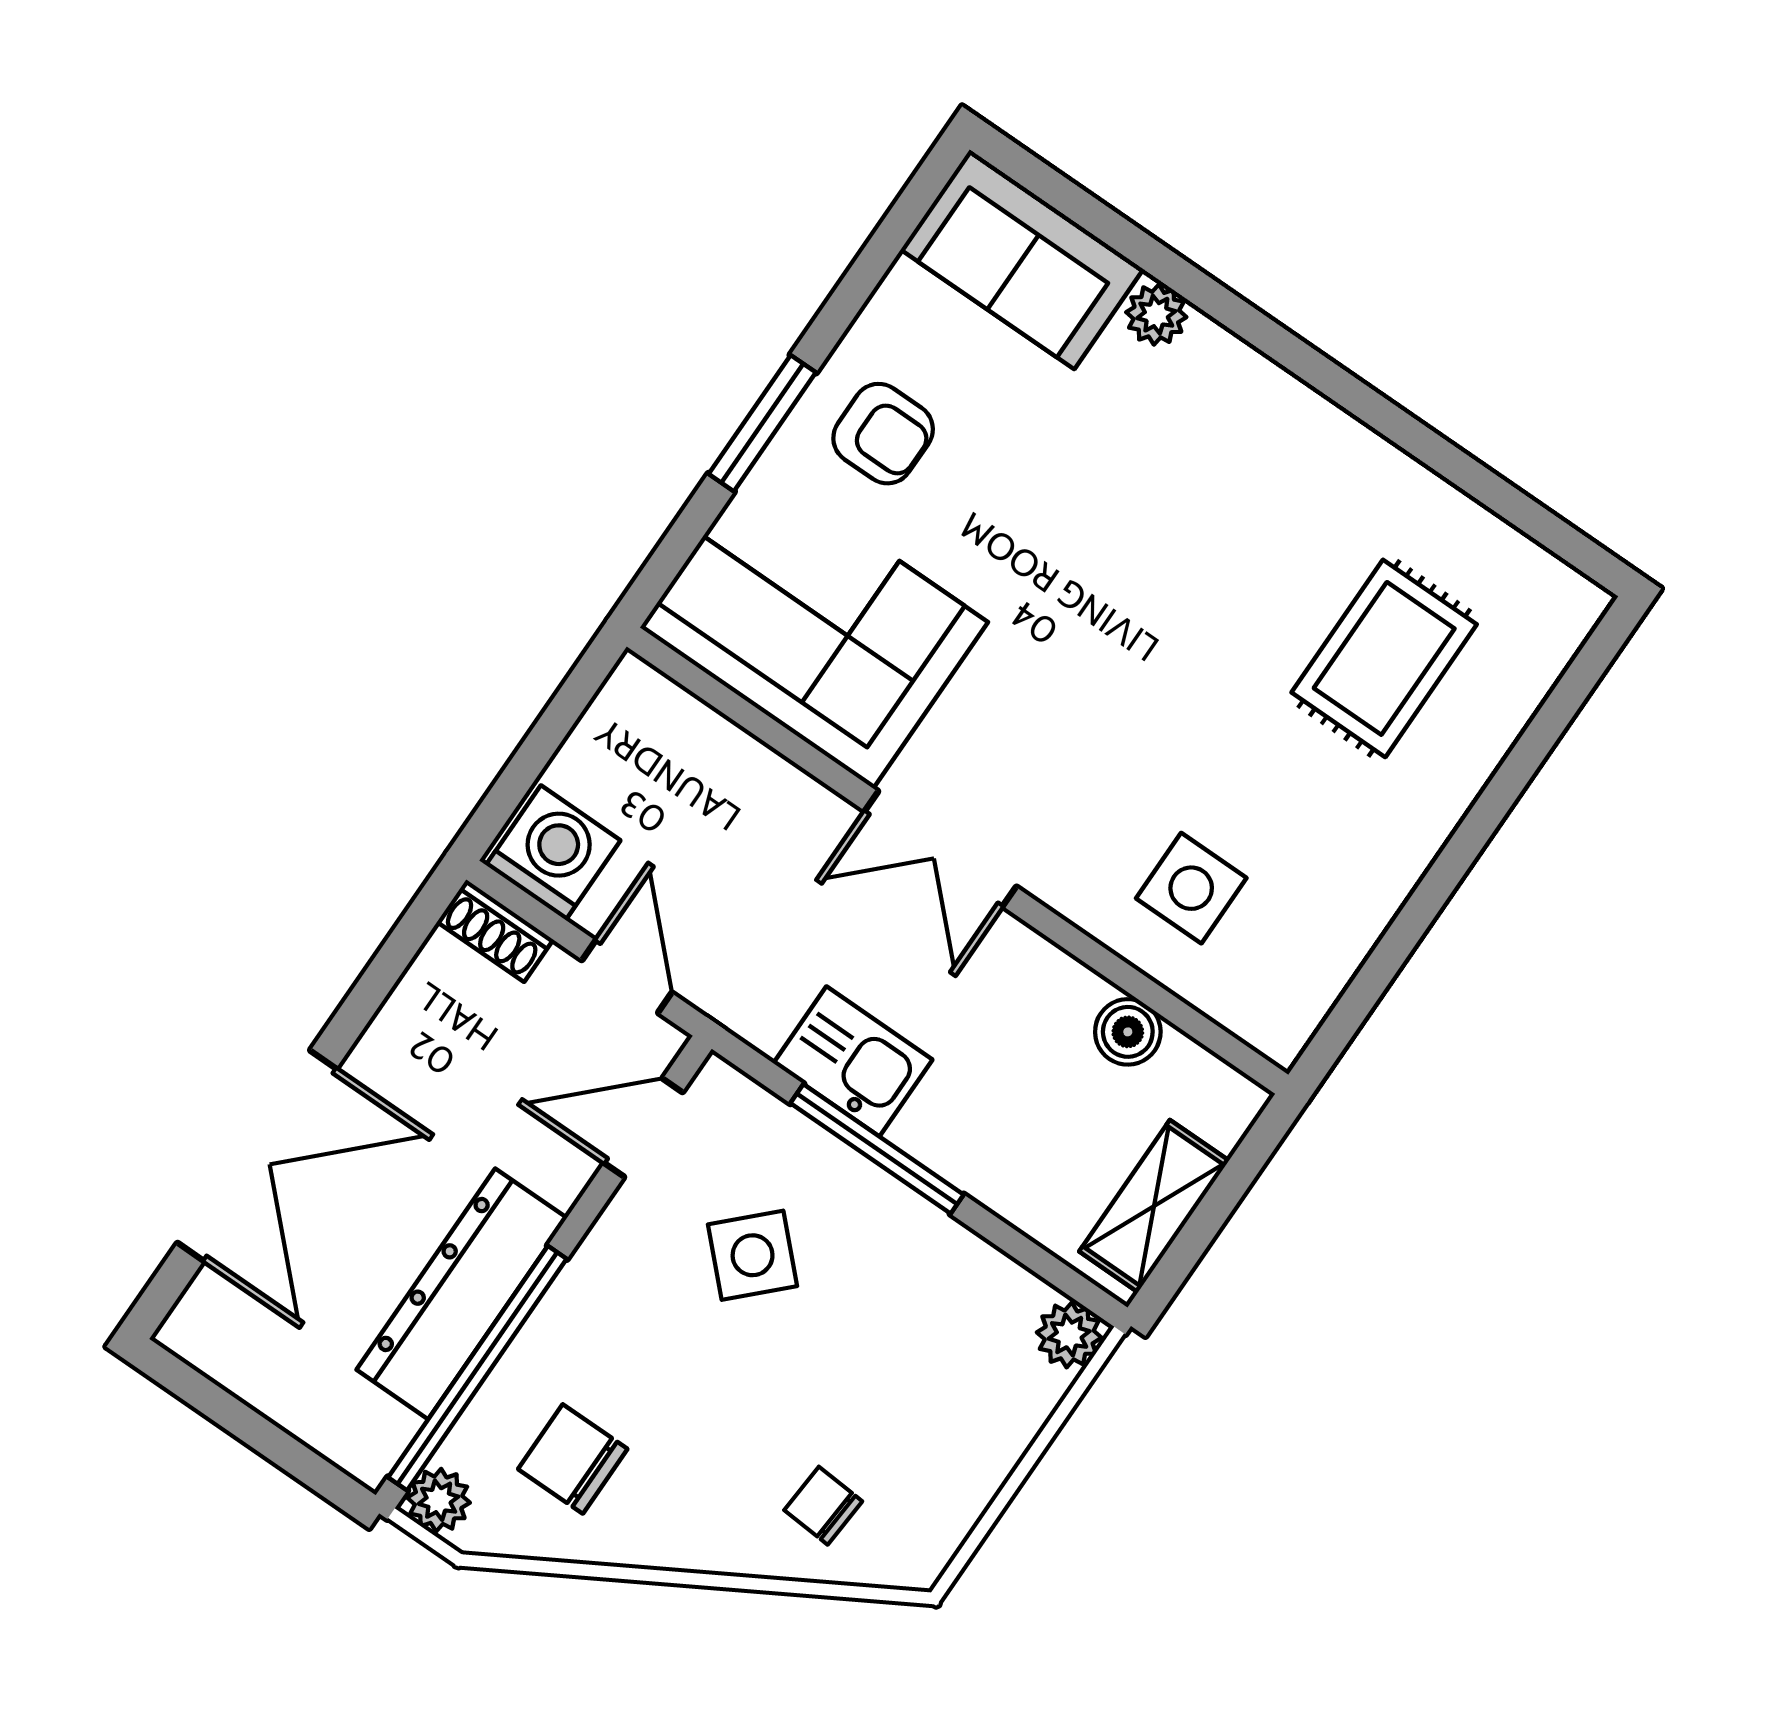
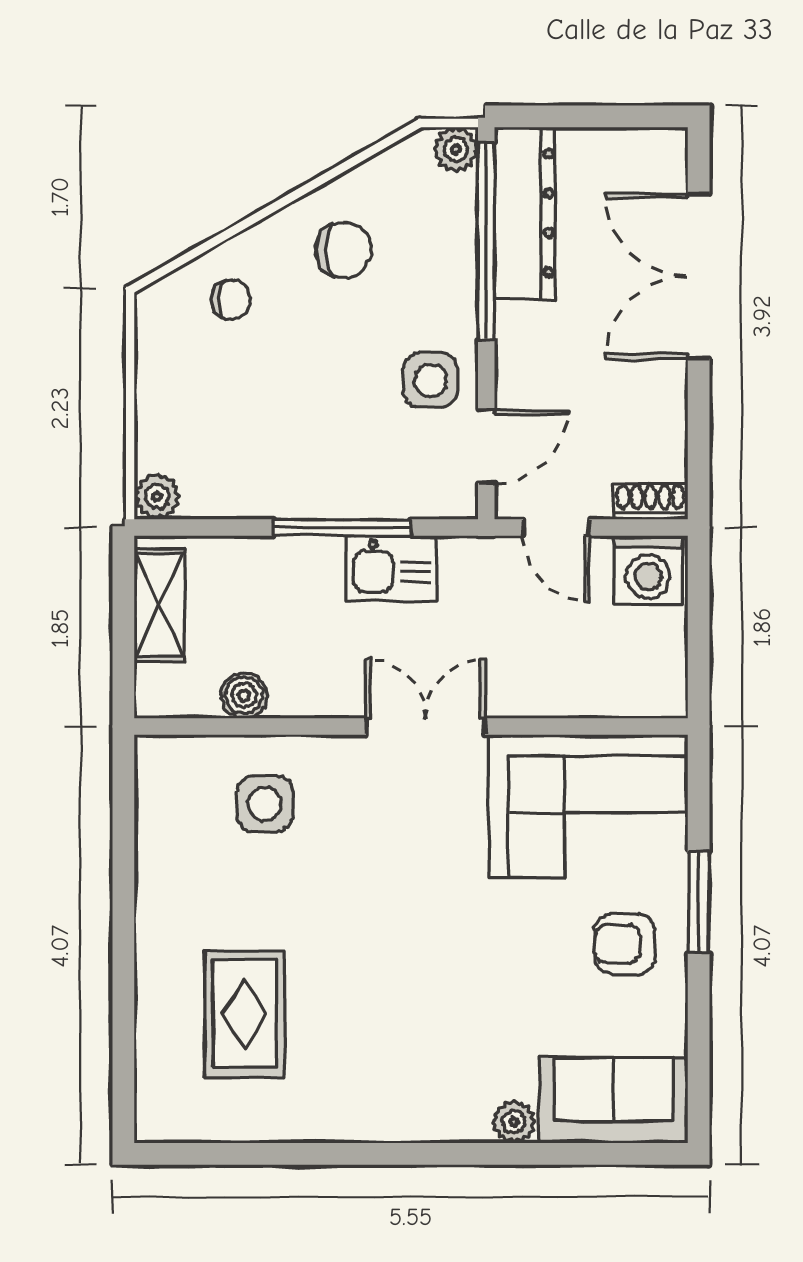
side table: (753, 1255) -> (431, 380), moved, turned 45
dresser: (462, 1294) -> (525, 213), moved
chair: (573, 1459) -> (344, 250), moved

